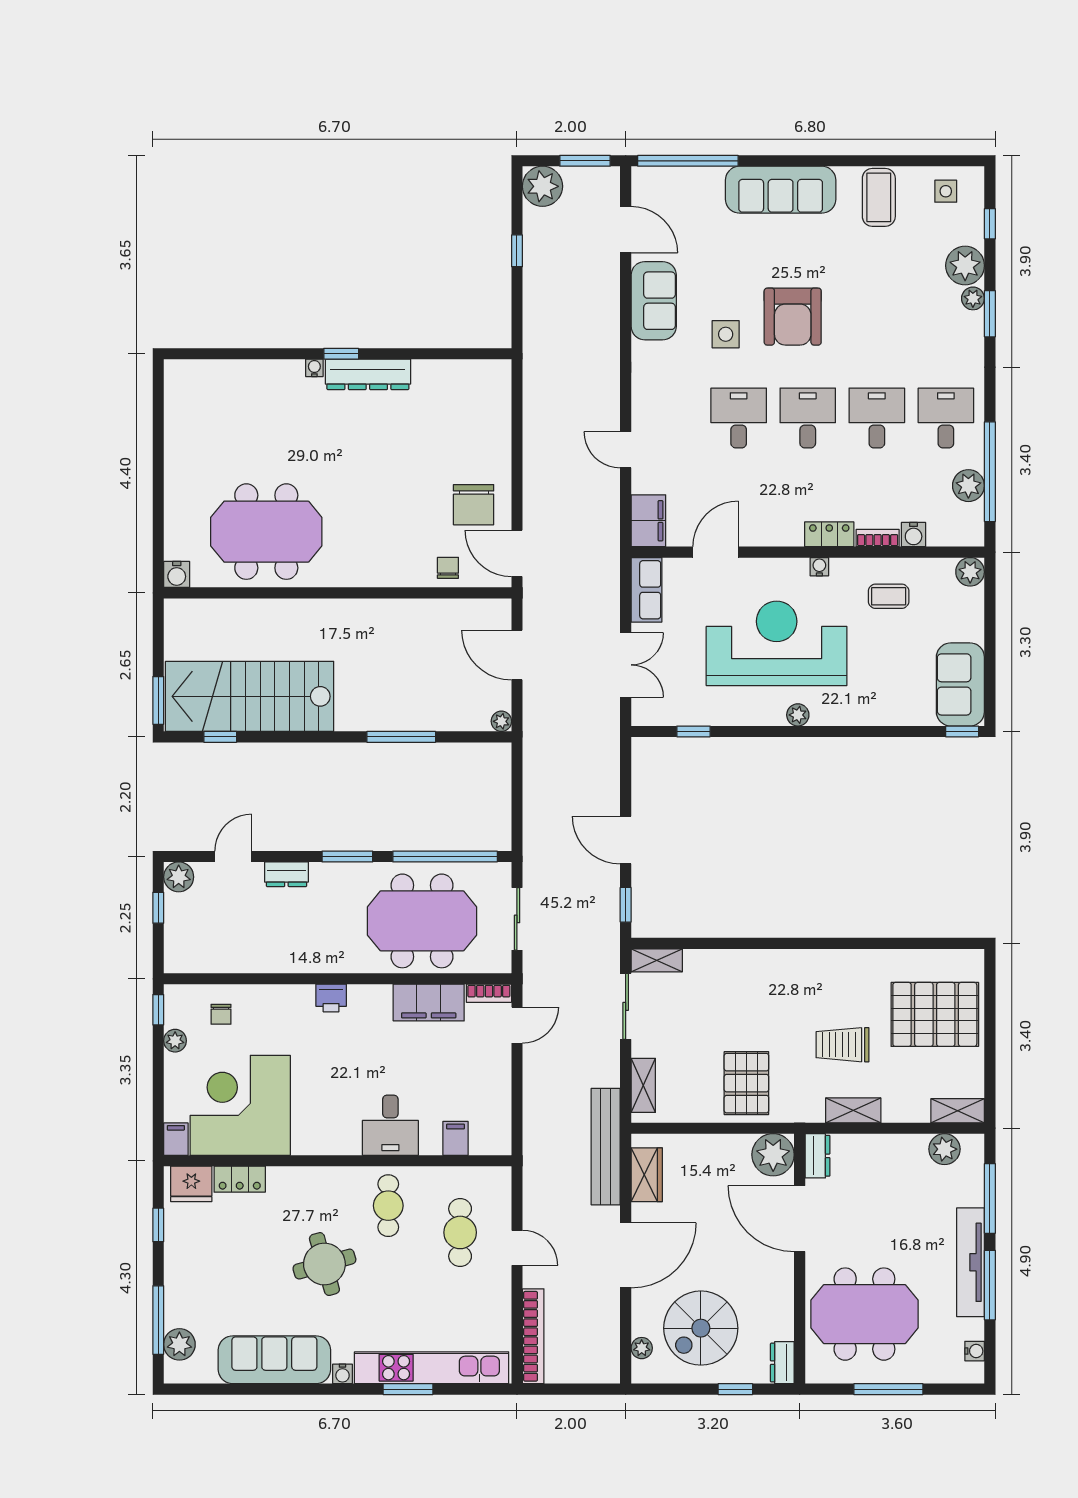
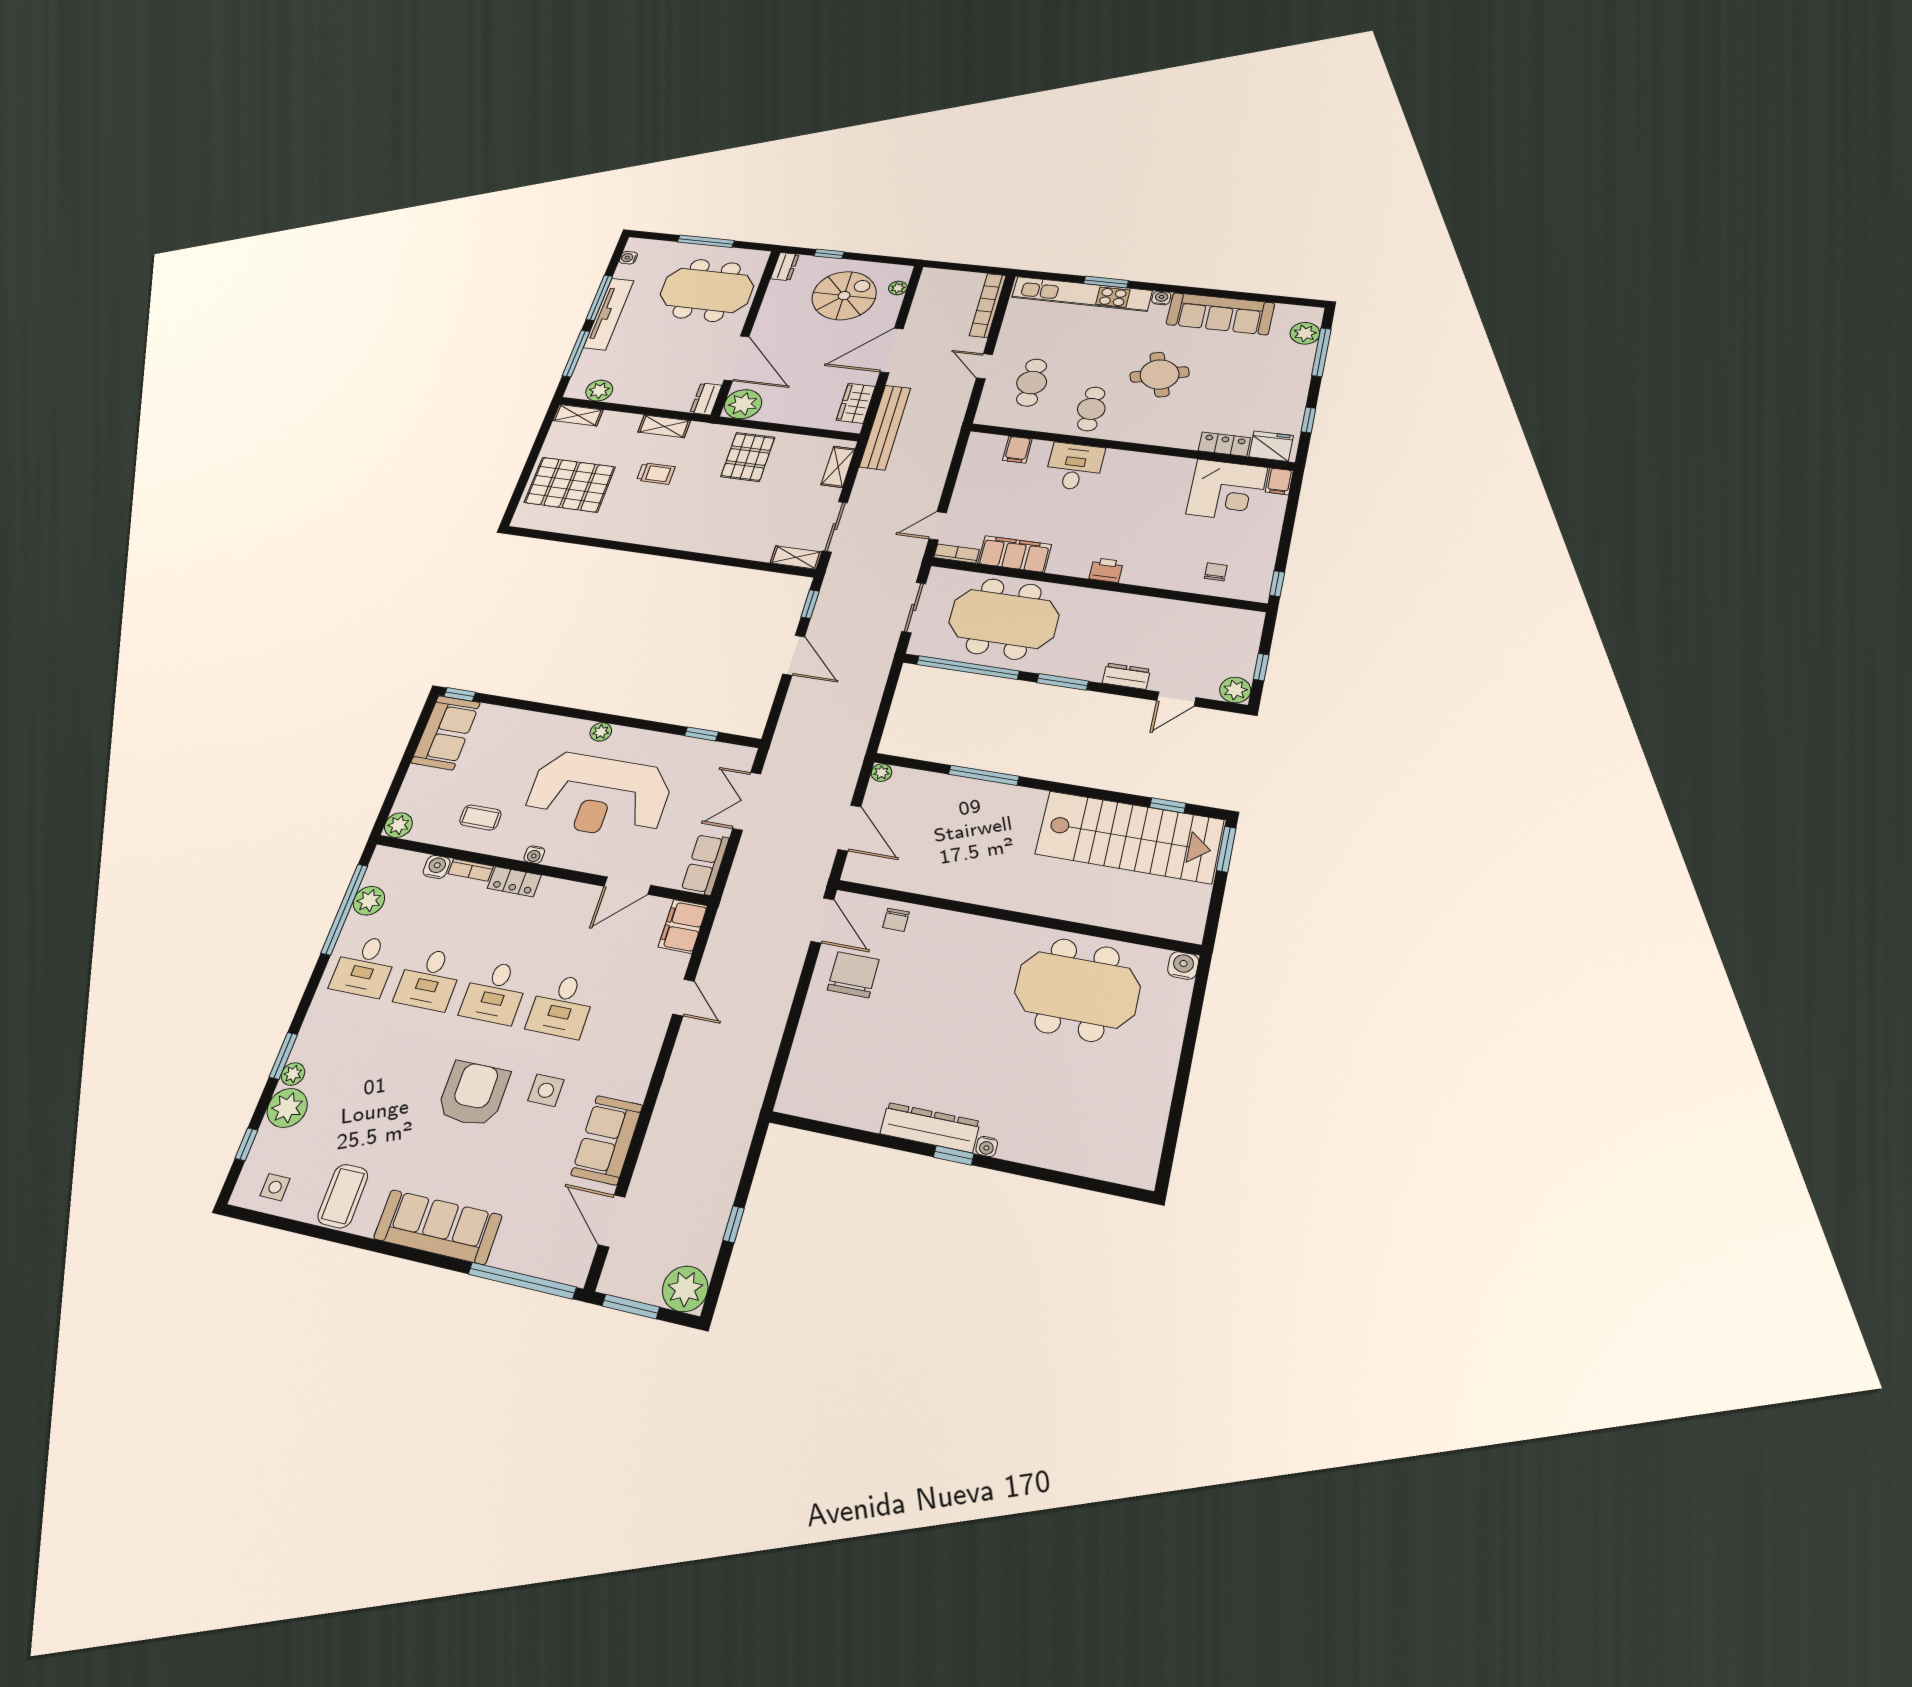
plant: (175, 1041) -> (1265, 557), removed
trolley: (842, 1045) -> (656, 473), width x0.73, depth x0.72
corner desk: (240, 1105) -> (1227, 491), width x0.74, depth x0.74

